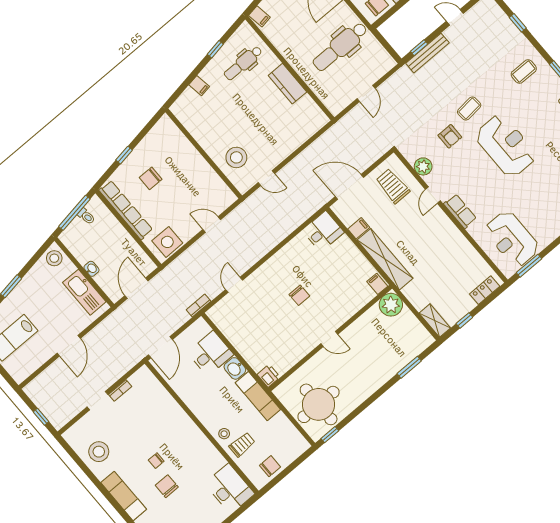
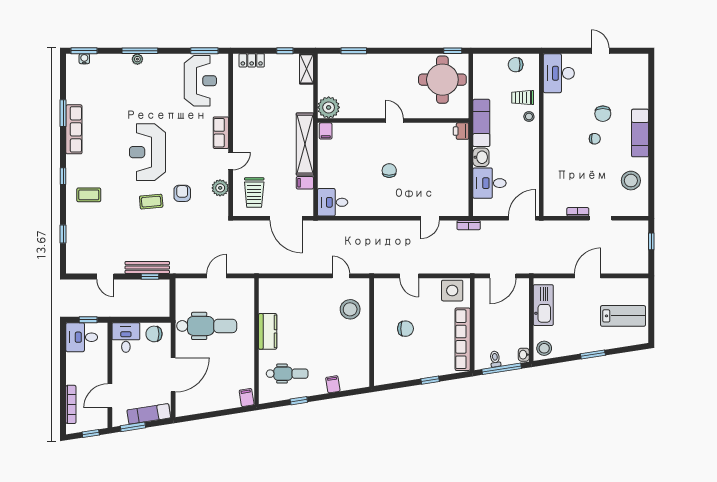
chair: (151, 178) -> (406, 329), moved
washbasin: (91, 269) -> (524, 355), moved

